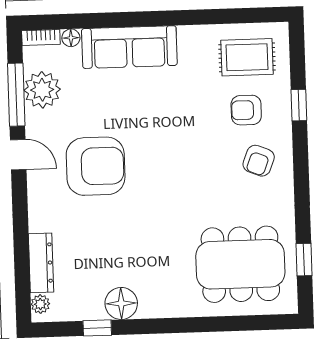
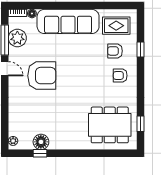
sofa: (129, 47) -> (68, 21), width x1.36, depth x1.27
armchair: (259, 161) -> (120, 75), turned 68
dresser: (41, 263) -> (14, 121), removed
floor lamp: (121, 303) -> (41, 142), moved

